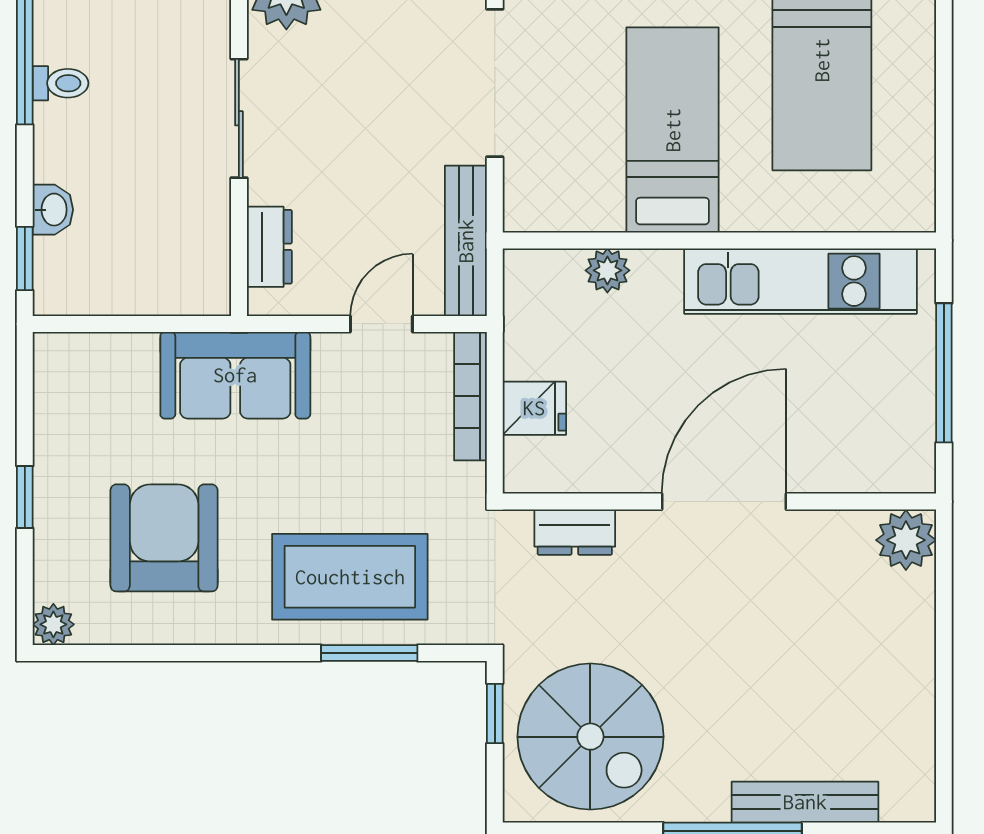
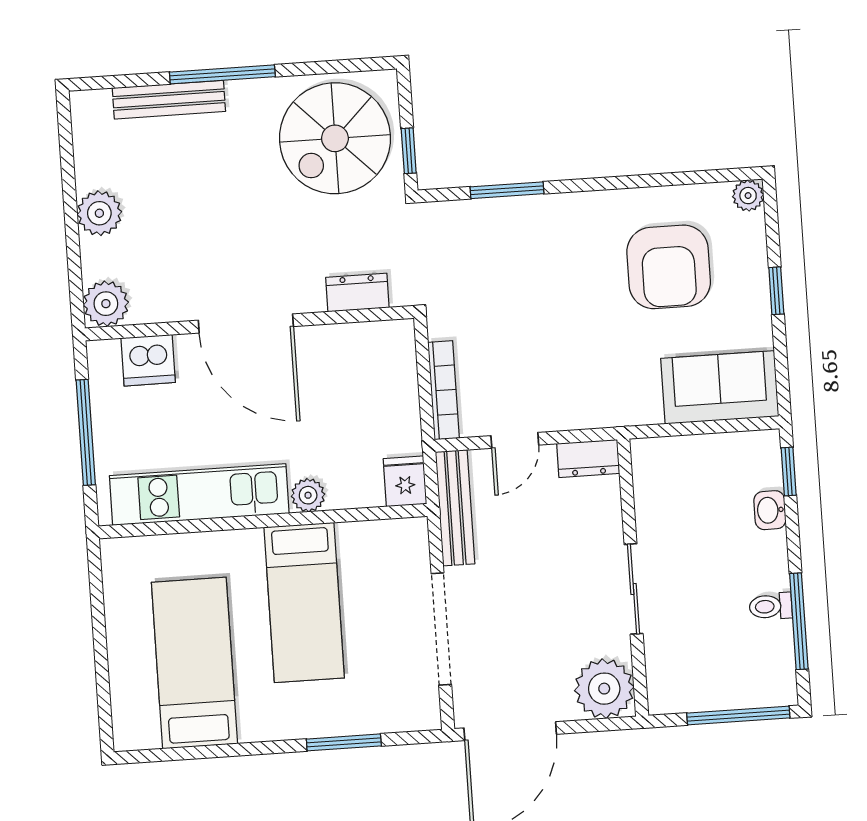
dresser: (269, 247) -> (588, 458), moved, turned -90
plant: (607, 270) -> (308, 495), moved
sofa: (235, 375) -> (720, 387), moved
fridge: (534, 408) -> (405, 481), moved, turned 90
dishwasher: (856, 462) -> (148, 360), added
door: (724, 502) -> (246, 323), hinge flipped
coffee table: (350, 577) -> (526, 247), removed
plant: (906, 659) -> (99, 213), added
spiral stairs: (590, 737) -> (335, 138), turned -90

